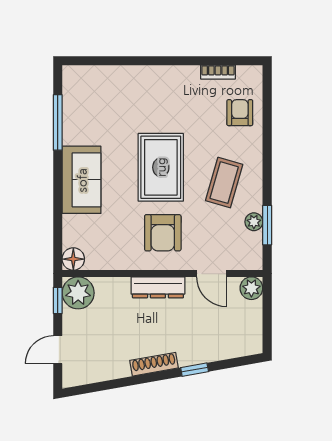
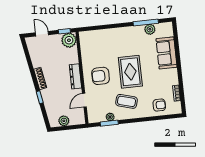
plant: (74, 115) -> (150, 29), added
rug: (161, 167) -> (130, 72), turned 90
sofa: (82, 180) -> (167, 53), moved, turned 90
floor lamp: (73, 259) -> (84, 36), removed
plant: (251, 288) -> (64, 121), moved

